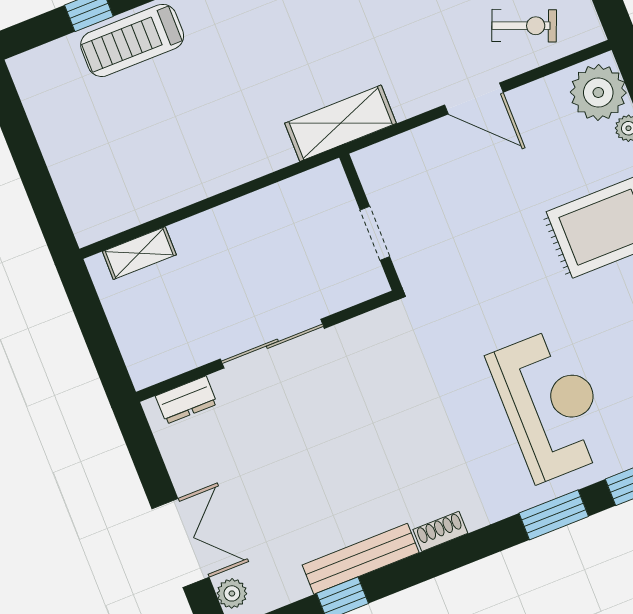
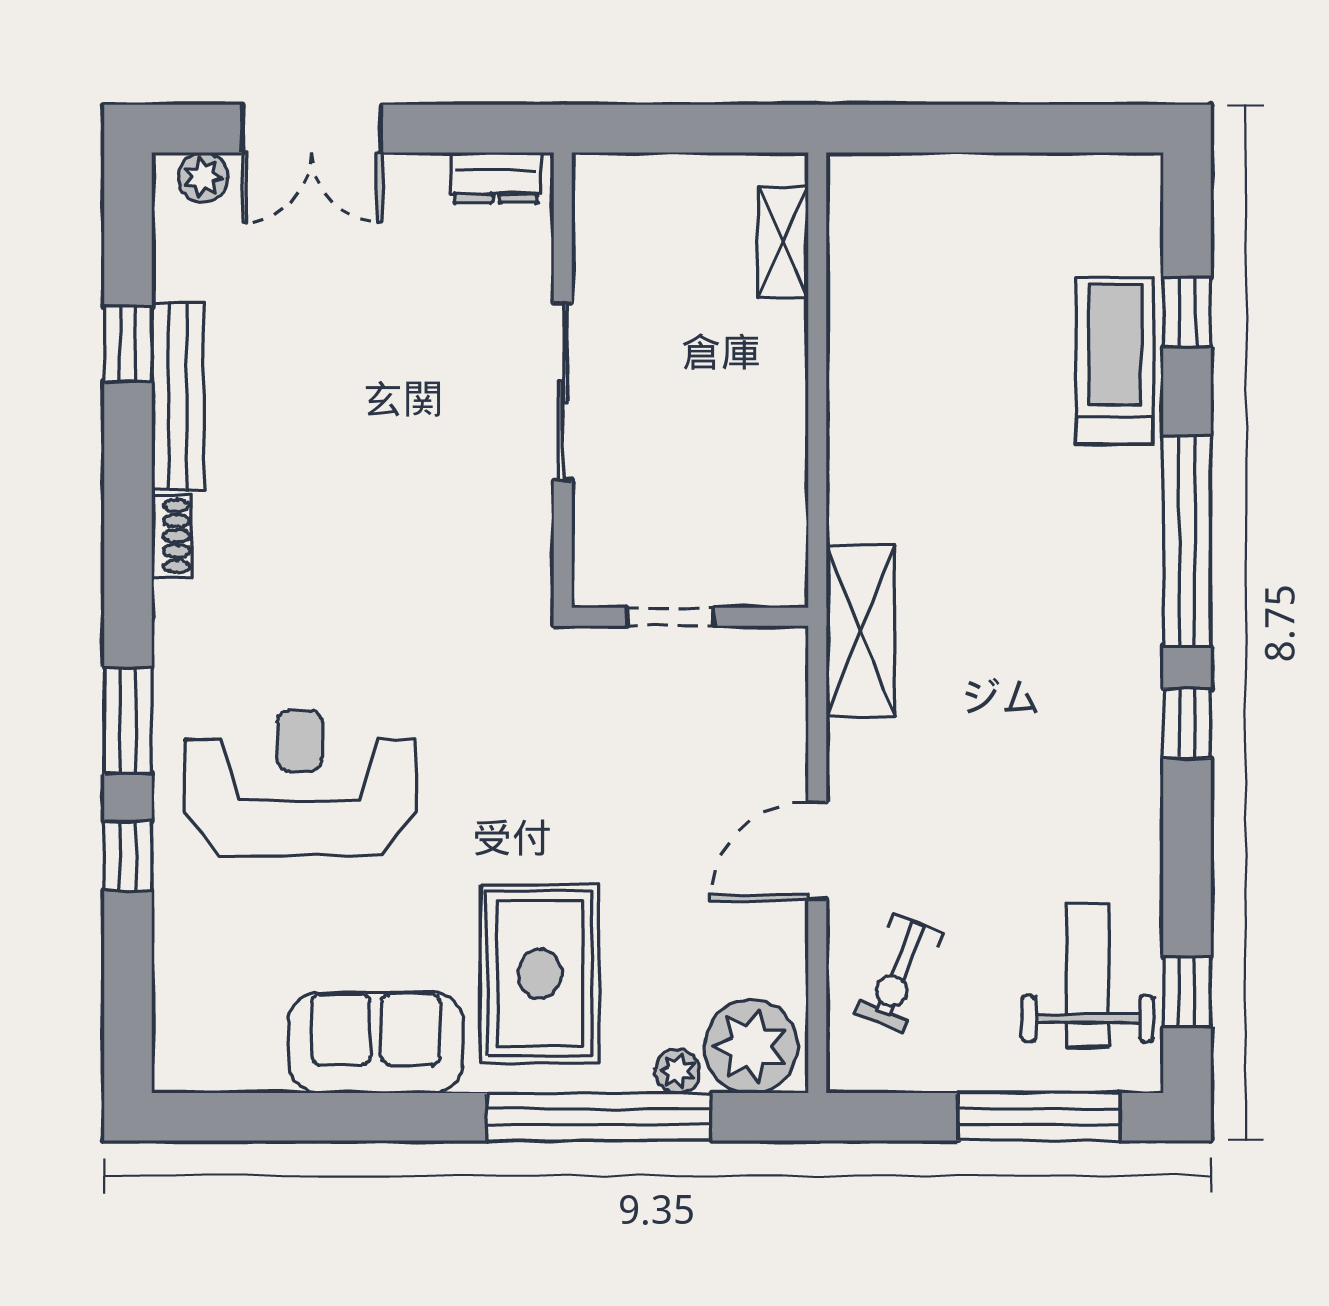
dresser: (186, 400) -> (496, 178), moved, turned -90
reception desk: (551, 404) -> (300, 783), turned 180

